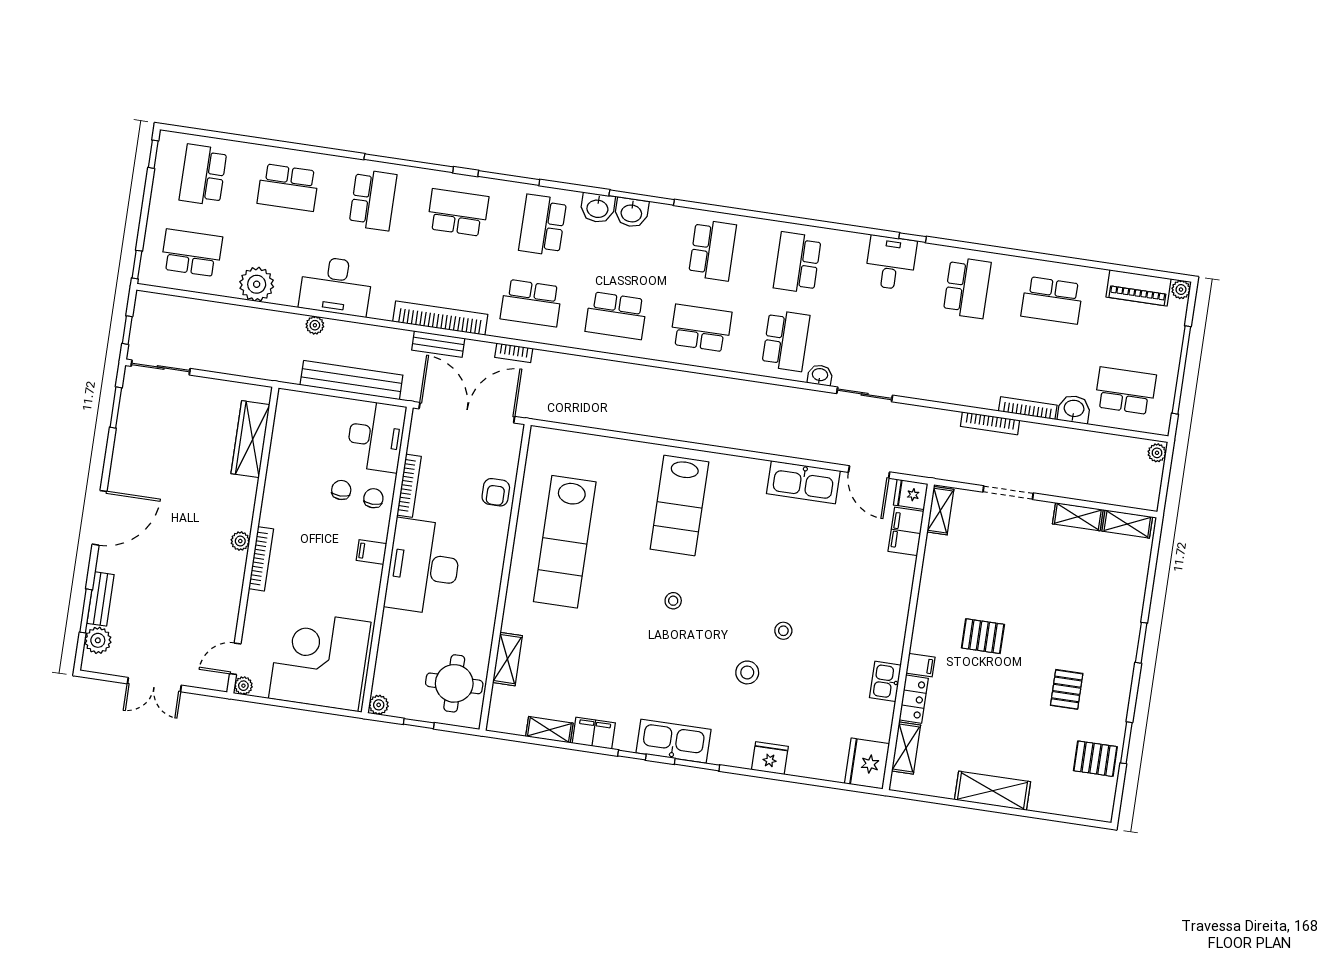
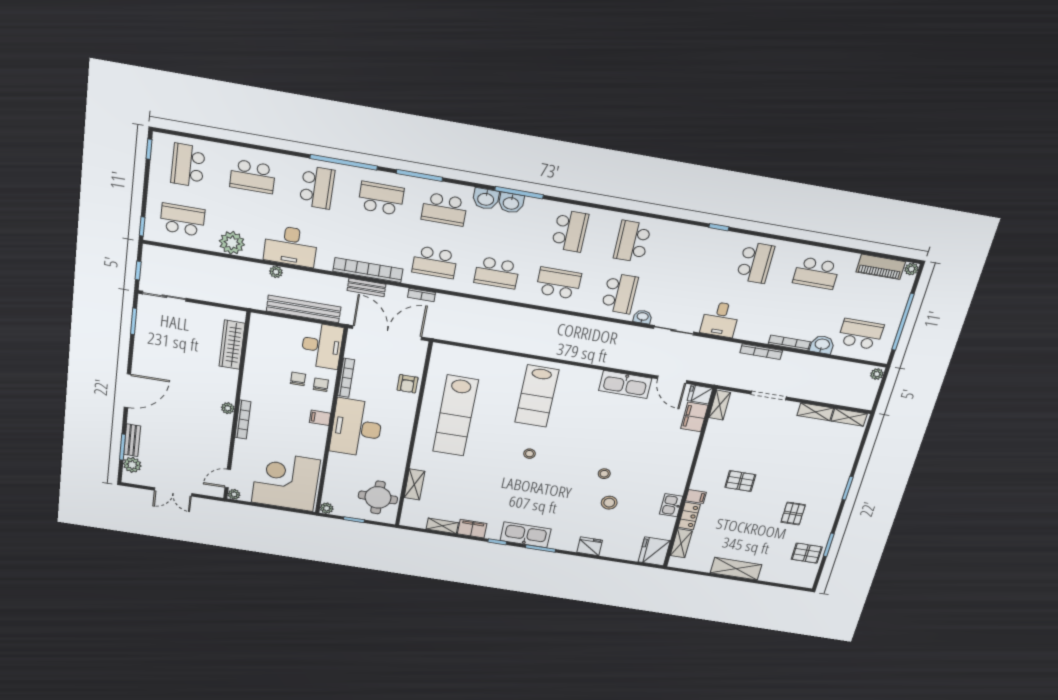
school desk: (543, 225) -> (444, 209), turned -90
desk: (891, 263) -> (720, 319), moved, turned 180
stool: (747, 672) -> (609, 503), moved

